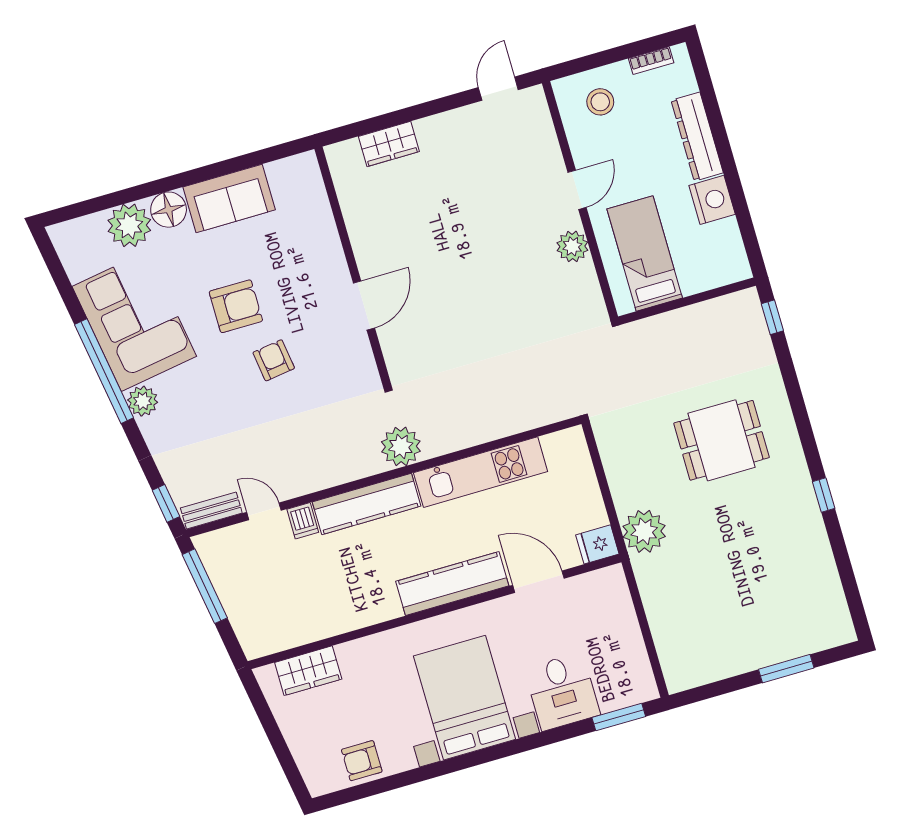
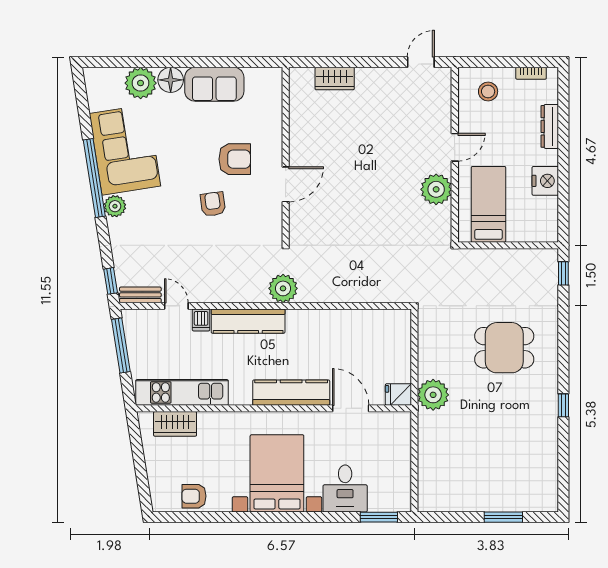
dresser: (697, 137) -> (550, 126), width x0.73, depth x0.80
plant: (572, 246) -> (436, 189), width x1.36, depth x1.36
armchair: (236, 306) -> (235, 159), moved
kitchen unit: (481, 472) -> (182, 392), moved, turned 180

